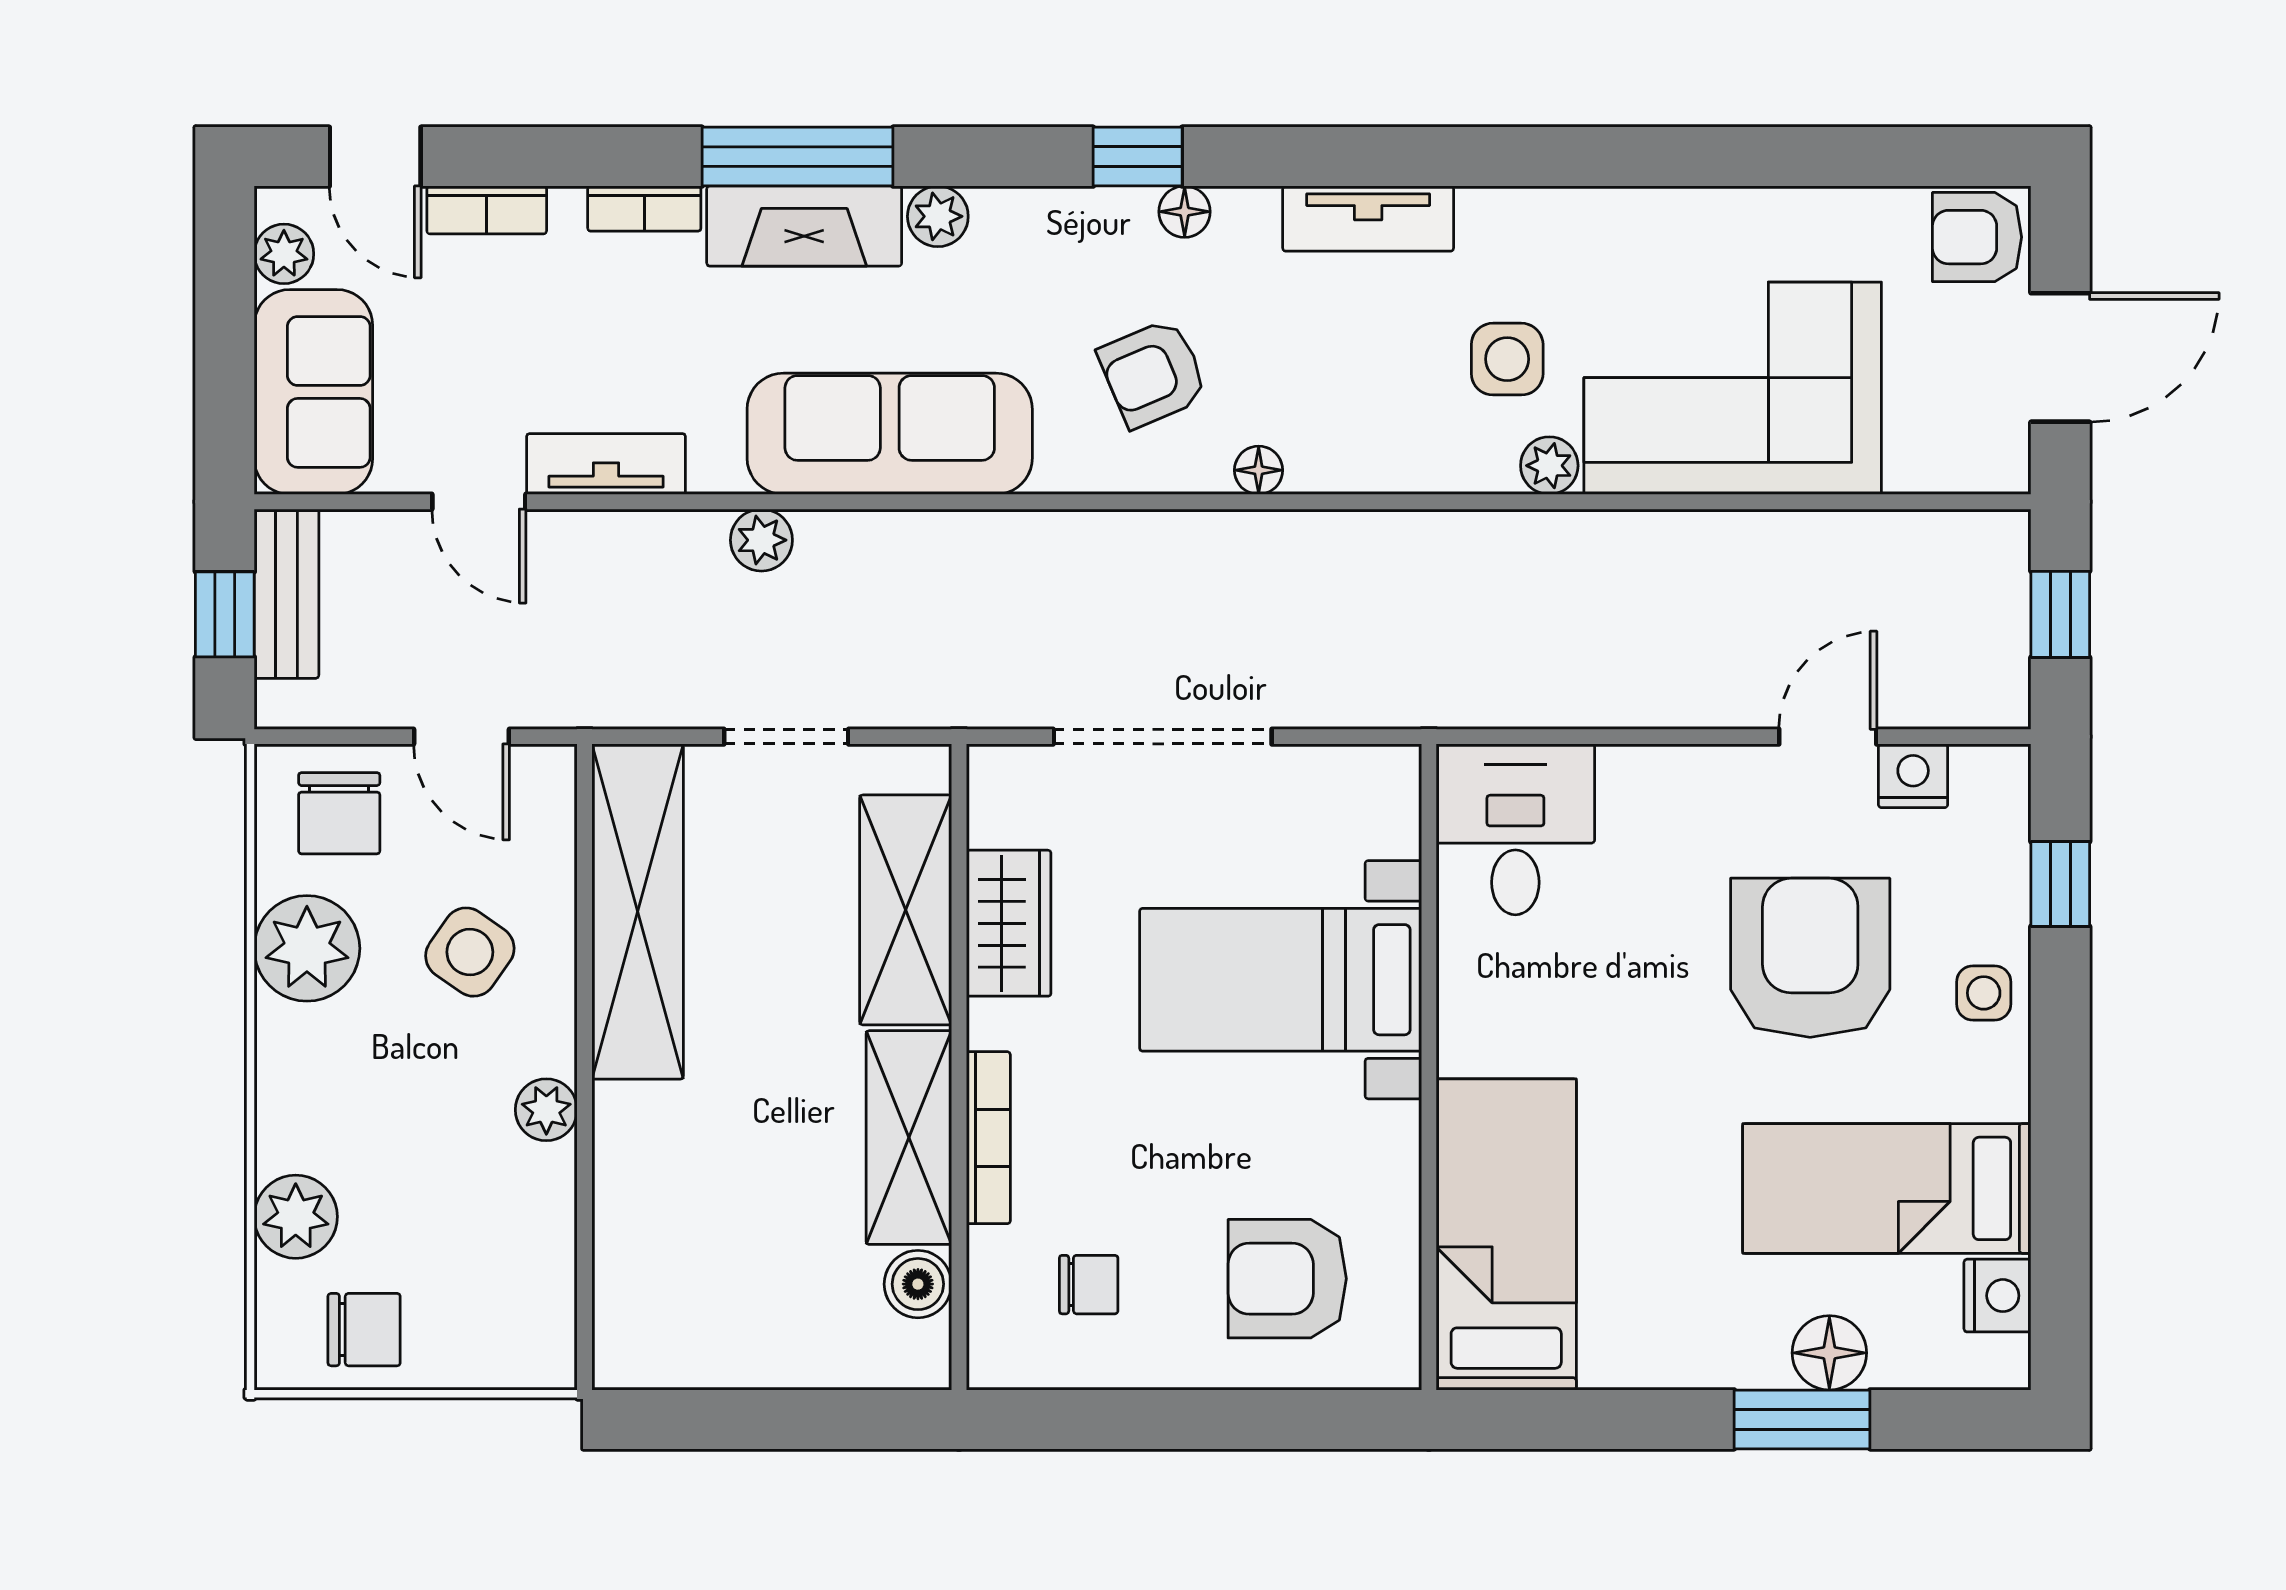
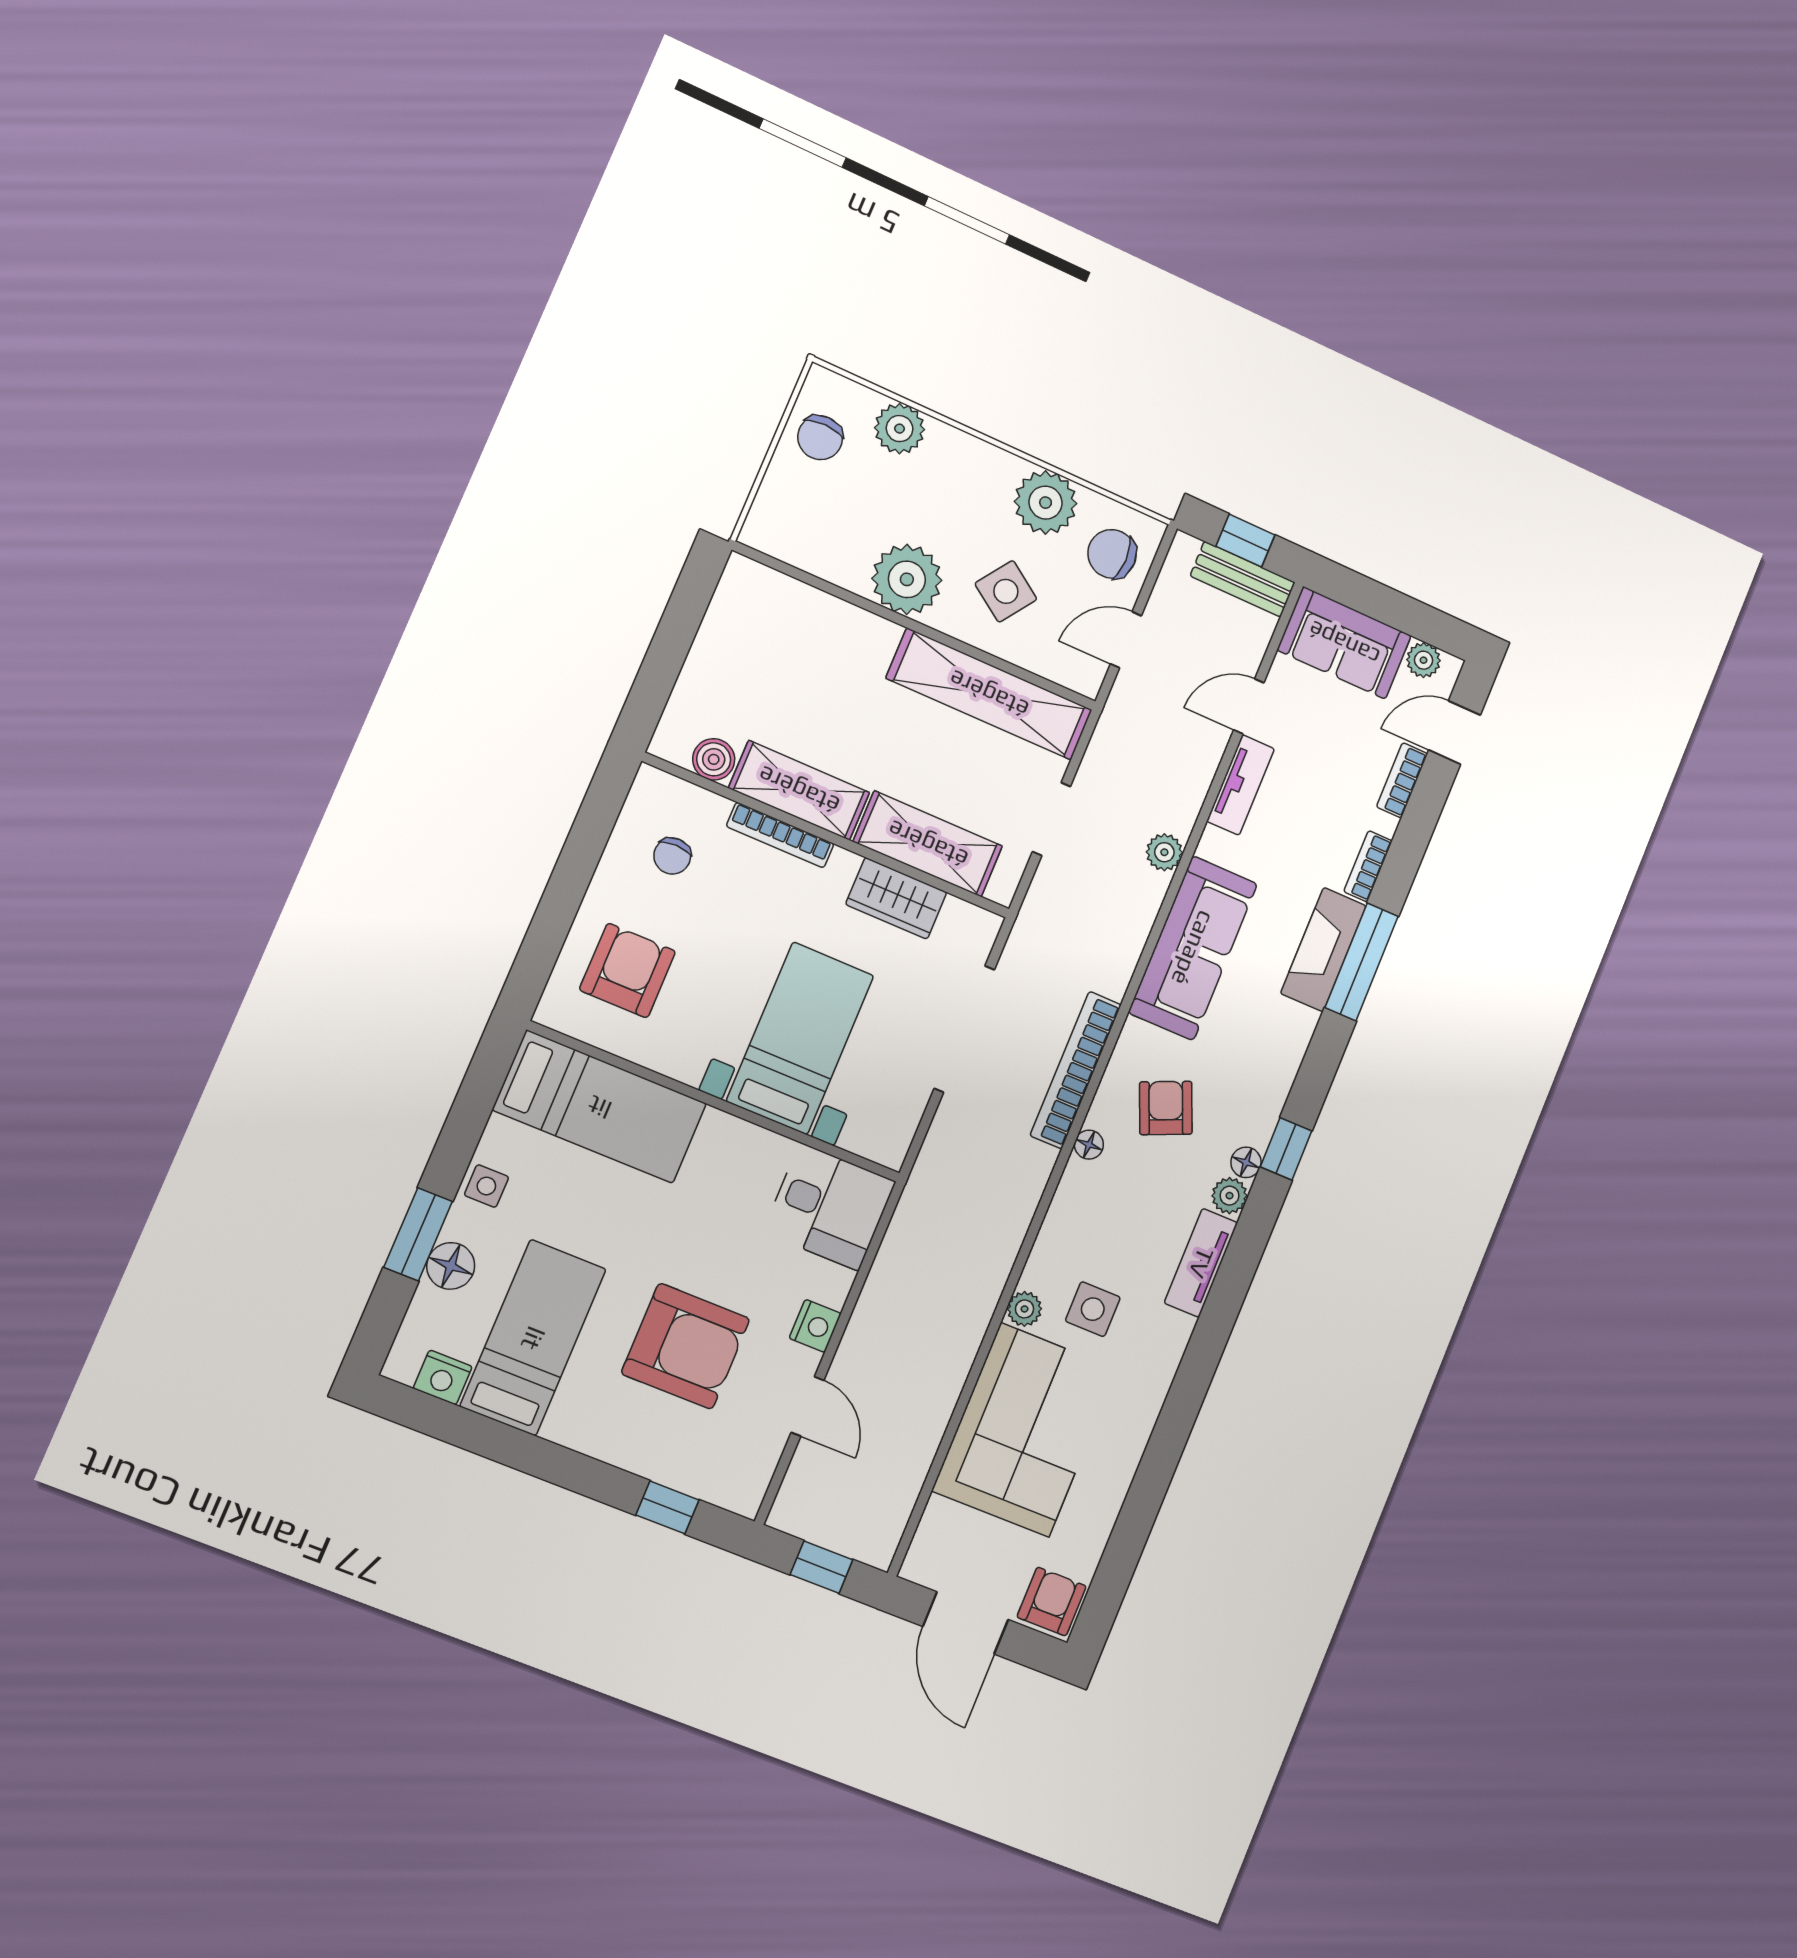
plant: (938, 216) -> (1230, 1196), moved
bookcase: (1153, 538) -> (1076, 1070), added
nightstand: (1913, 776) -> (815, 1326), moved
side table: (1984, 993) -> (486, 1186), moved
plant: (546, 1110) -> (907, 579), width x1.88, depth x1.88

